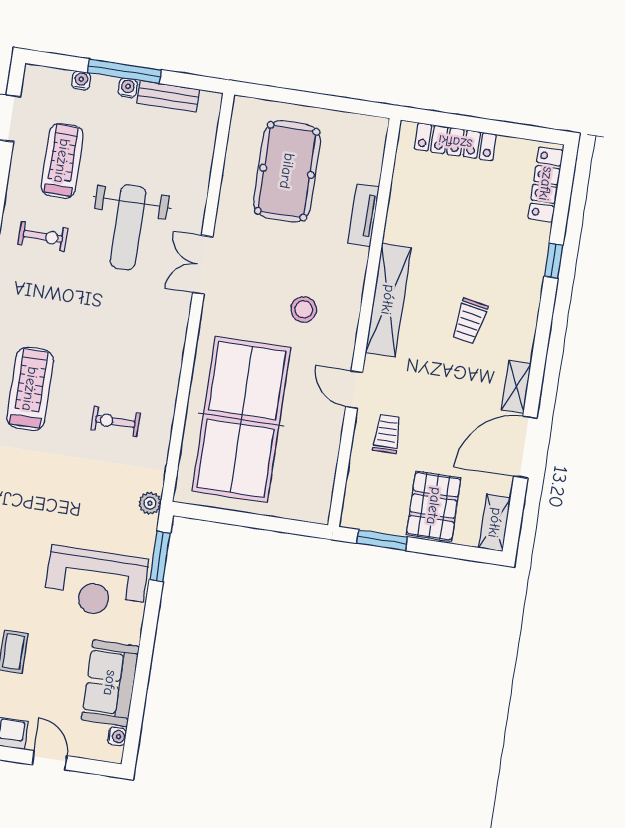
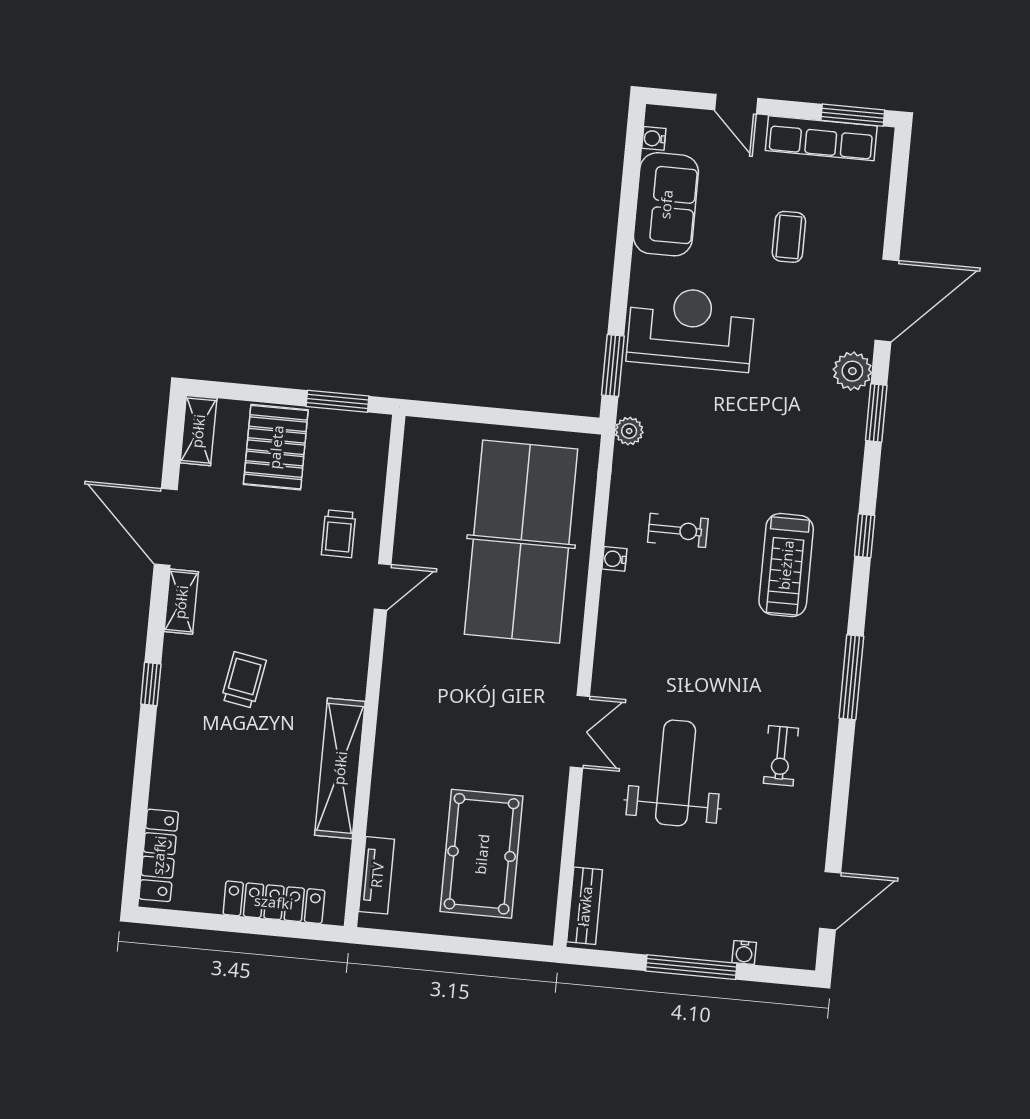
water cooler: (128, 88) -> (614, 559), moved, turned 90
bench: (168, 96) -> (585, 906), moved, turned 90
treadmill: (62, 161) -> (762, 851), removed
tv unit: (364, 215) -> (377, 875), moved
exercise bike: (43, 236) -> (781, 756), turned -90
window: (554, 261) -> (151, 684), moved
shelving: (388, 300) -> (340, 768), moved
stool: (304, 309) -> (451, 683), removed
door: (354, 390) -> (383, 587), hinge flipped
door: (525, 447) -> (166, 527), swing flipped

